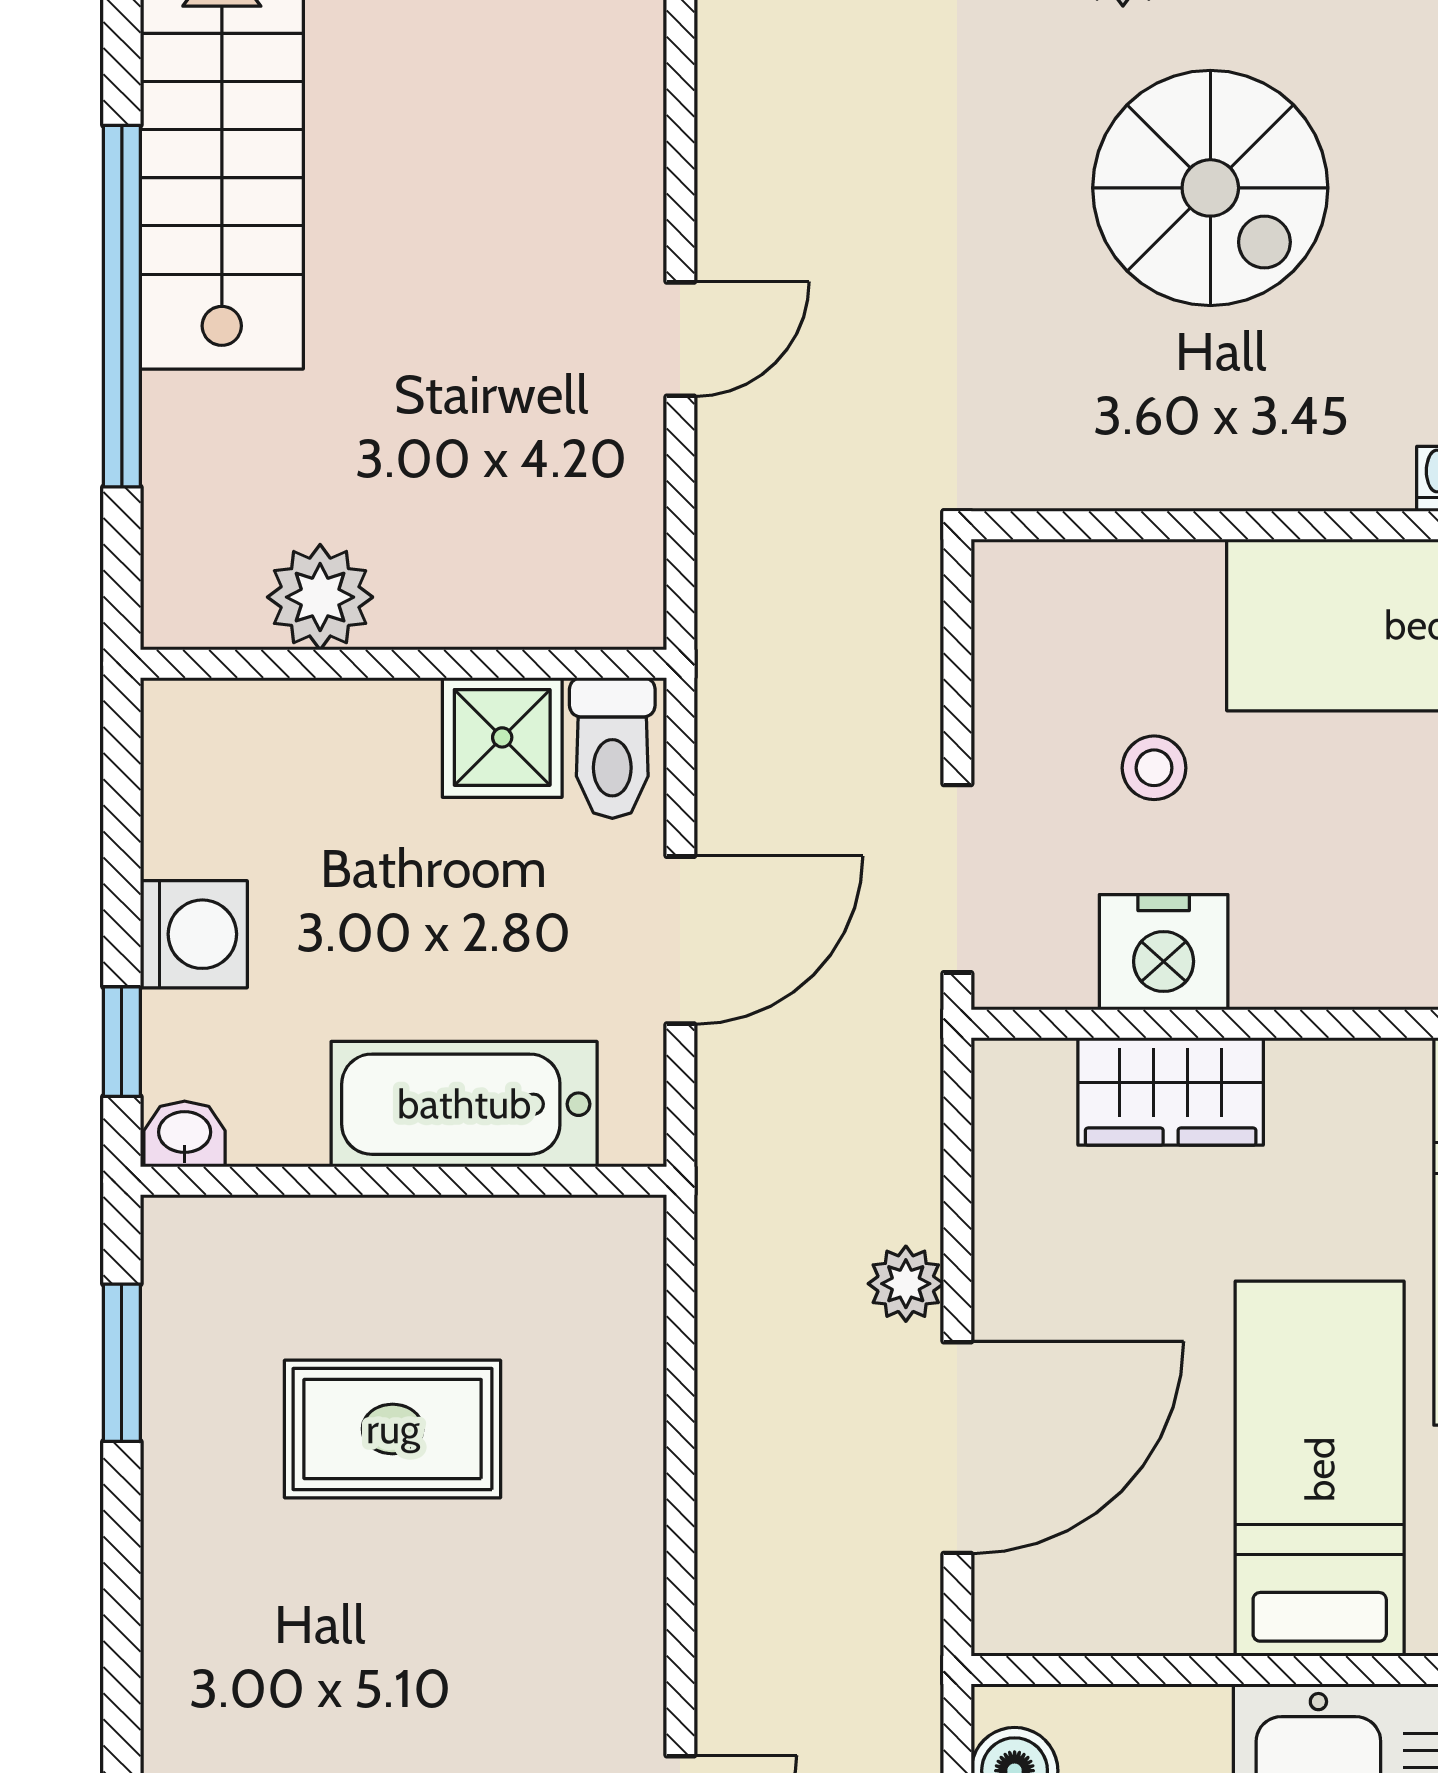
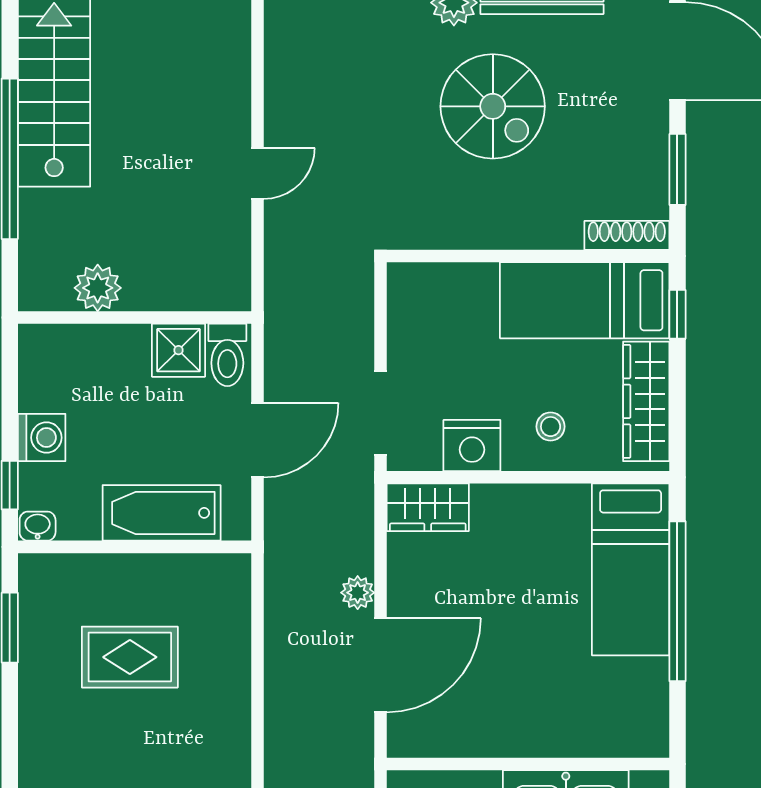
stool: (1154, 768) -> (551, 427), moved
wardrobe: (1171, 1091) -> (428, 507), moved
bed: (1320, 1469) -> (541, 675), removed

